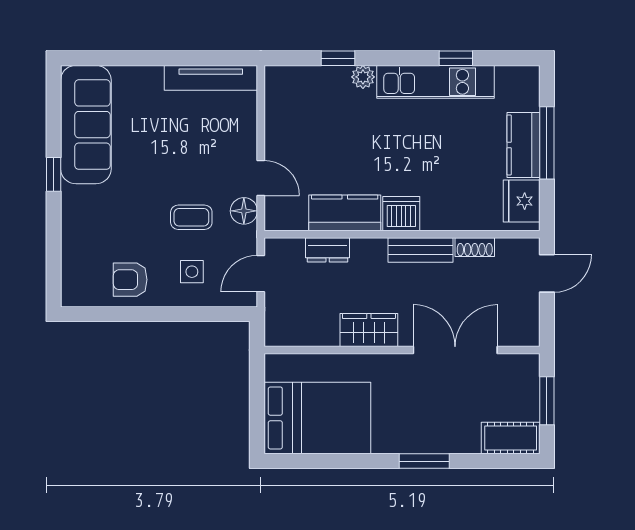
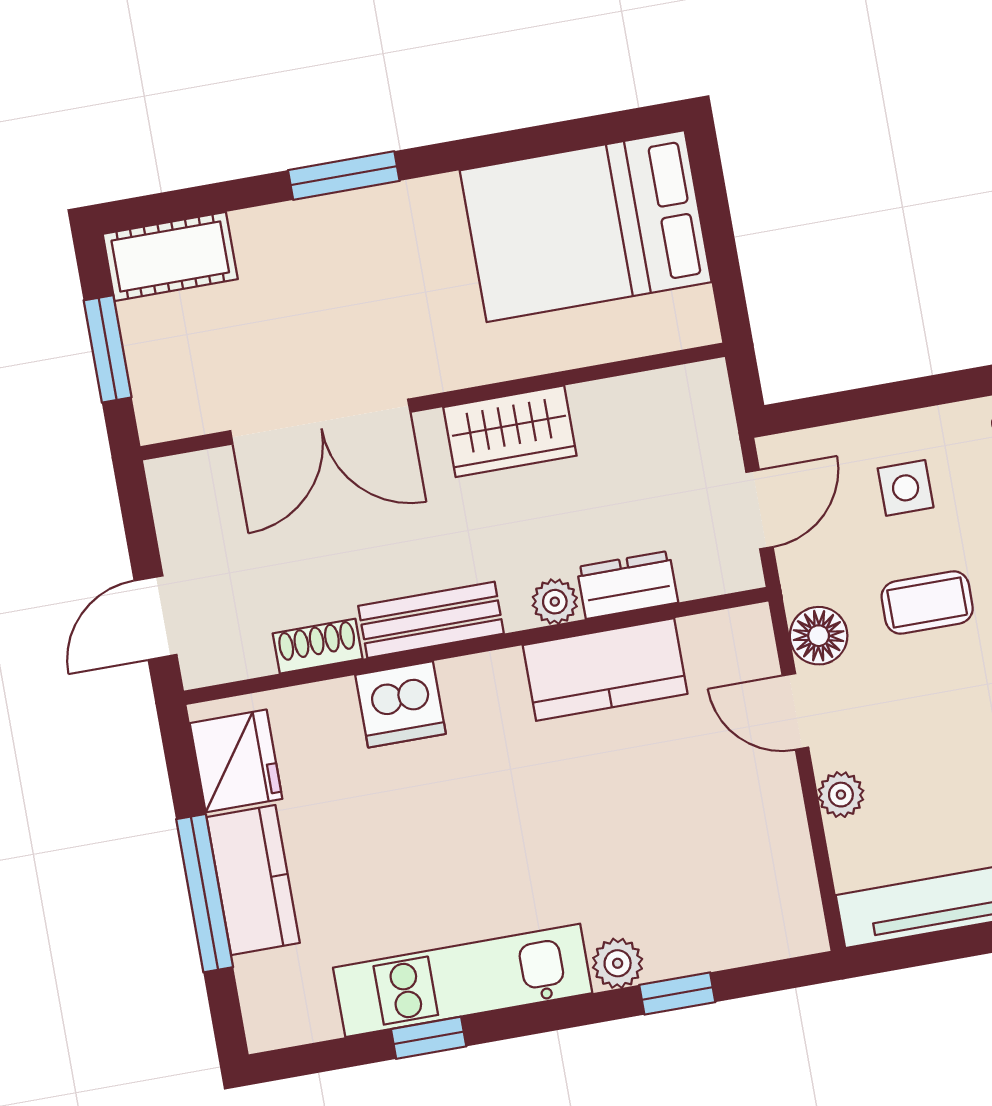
plant: (247, 136) -> (841, 795), added
dishwasher: (401, 214) -> (401, 704), moved
plant: (362, 248) -> (555, 602), added

